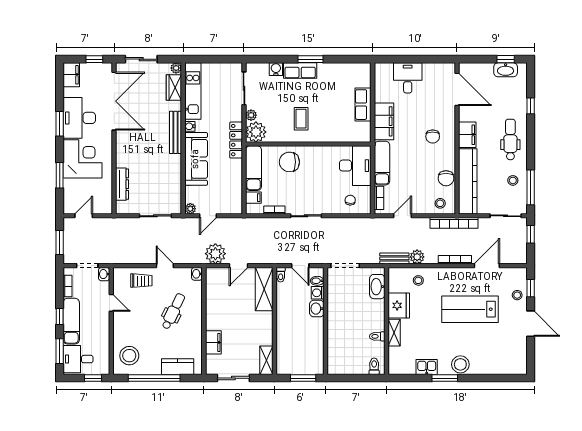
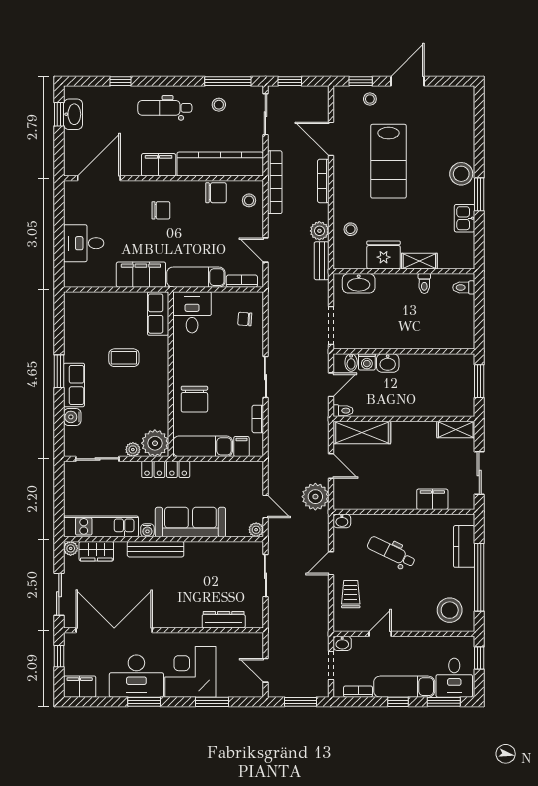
row of seats: (363, 105) -> (158, 314), moved, turned 90
coffee table: (301, 119) -> (124, 358), moved
desk: (355, 166) -> (192, 312), width x0.73

